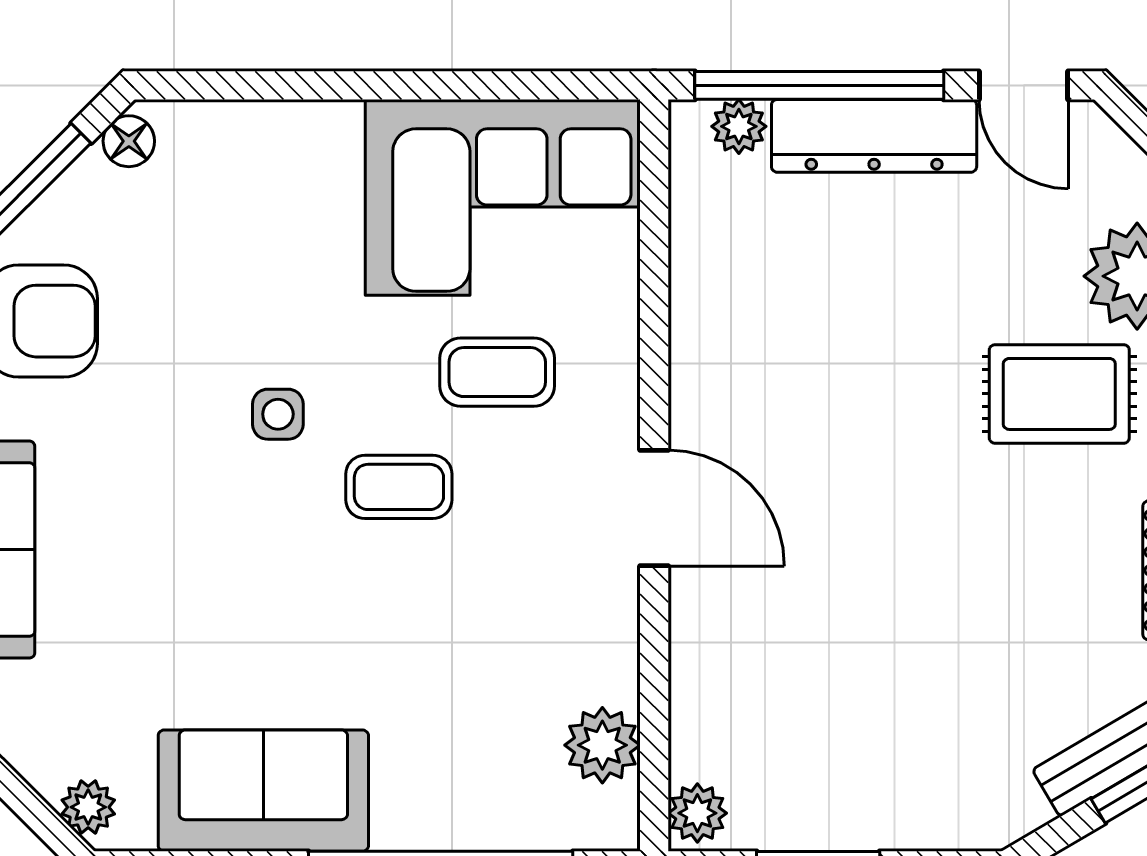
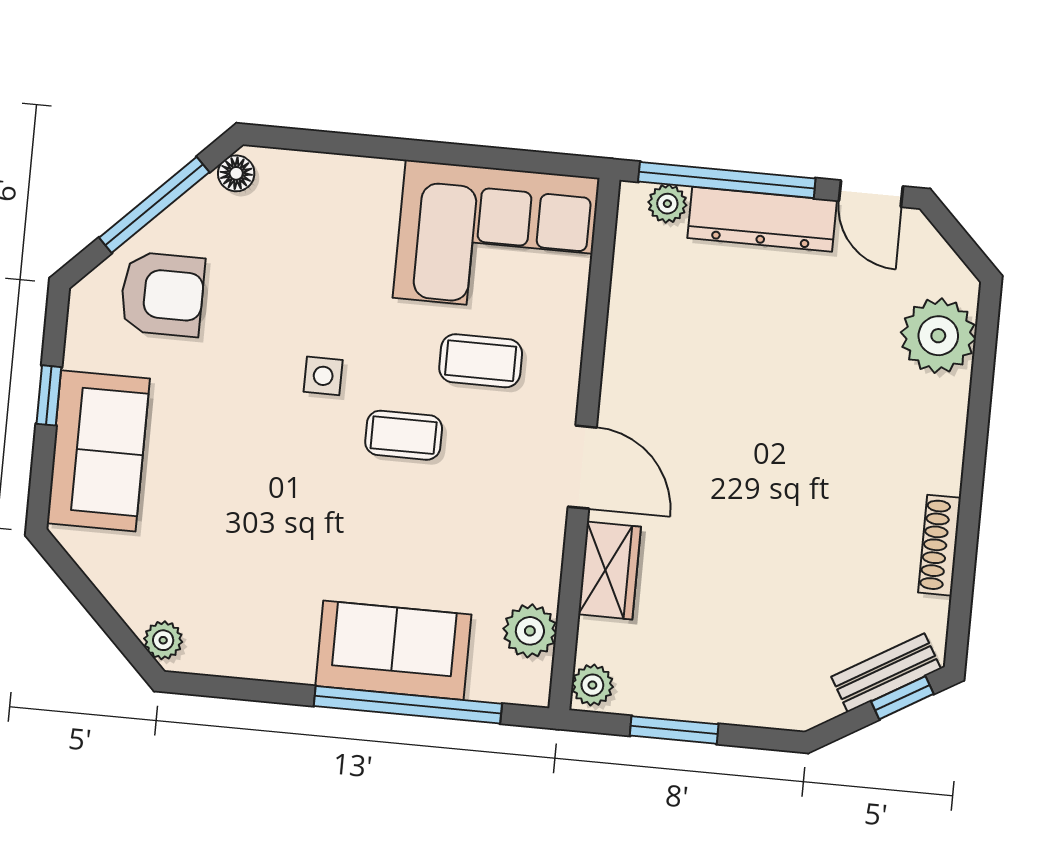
rug: (1059, 394) -> (876, 414), removed
wardrobe: (706, 650) -> (610, 571), added
sofa: (263, 791) -> (393, 650), moved

